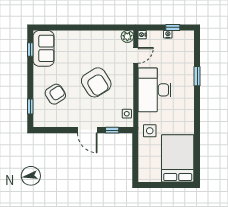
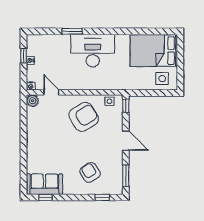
armchair: (96, 82) -> (84, 117), moved
desk: (155, 90) -> (93, 51), moved, turned 180
window: (52, 130) -> (126, 176), added
door: (87, 130) -> (126, 141), hinge flipped
window: (112, 130) -> (126, 106), moved
side table: (150, 131) -> (162, 79), moved

